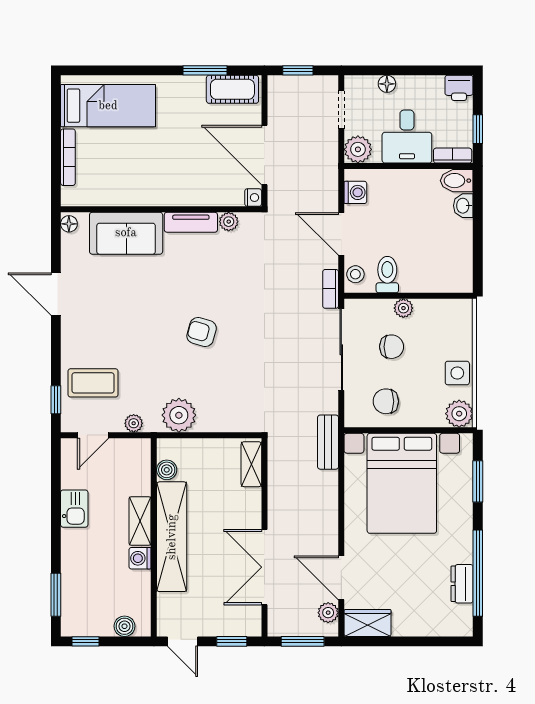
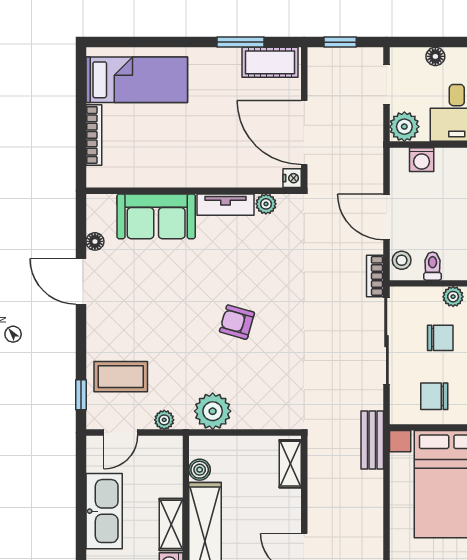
washing machine: (355, 192) -> (422, 160), moved, turned 90
floor lamp: (69, 224) -> (95, 241), moved
toilet: (387, 275) -> (433, 266), width x0.73, depth x0.72
kitchen sink: (74, 509) -> (104, 511), width x1.88, depth x1.24

